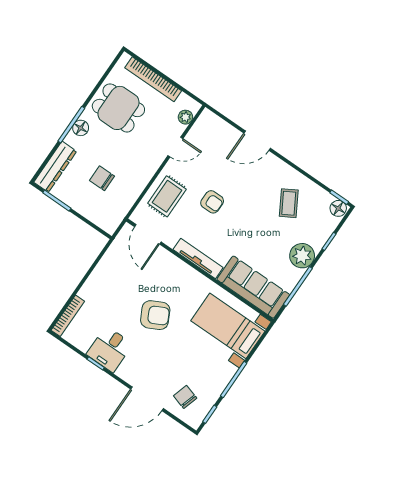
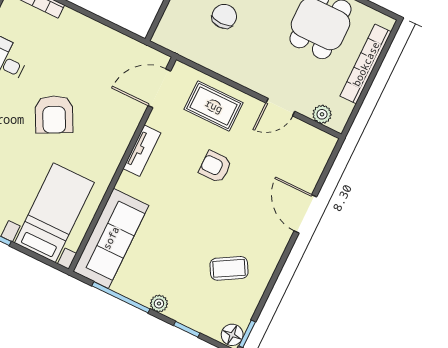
door: (175, 147) -> (280, 107), hinge flipped
armchair: (212, 202) -> (215, 167), turned 90
plant: (302, 256) -> (159, 304), width x0.53, depth x0.53
tv unit: (198, 258) -> (142, 151), width x0.71

